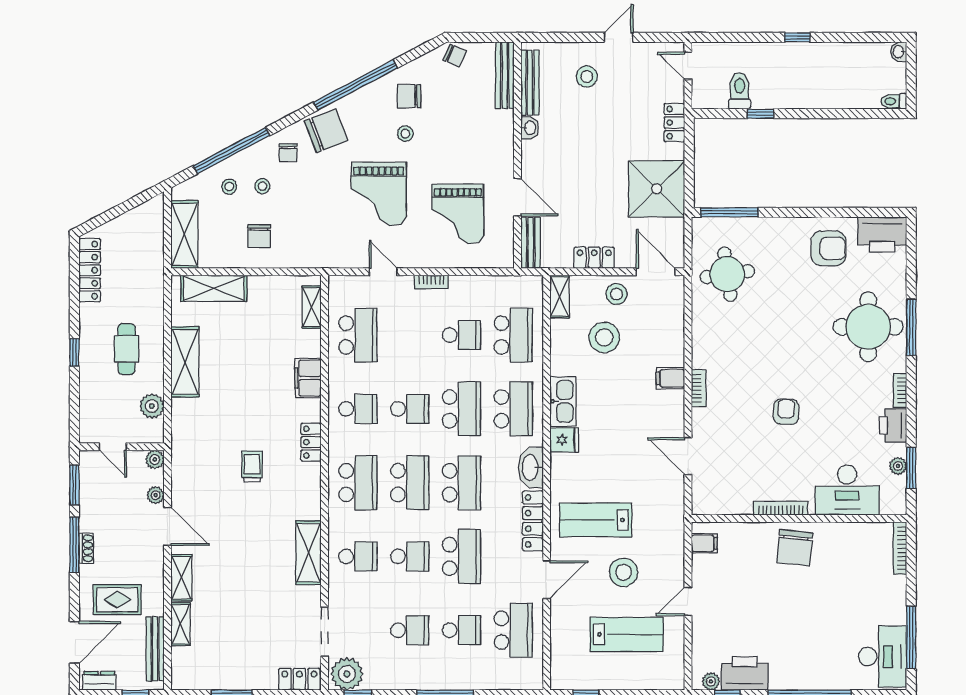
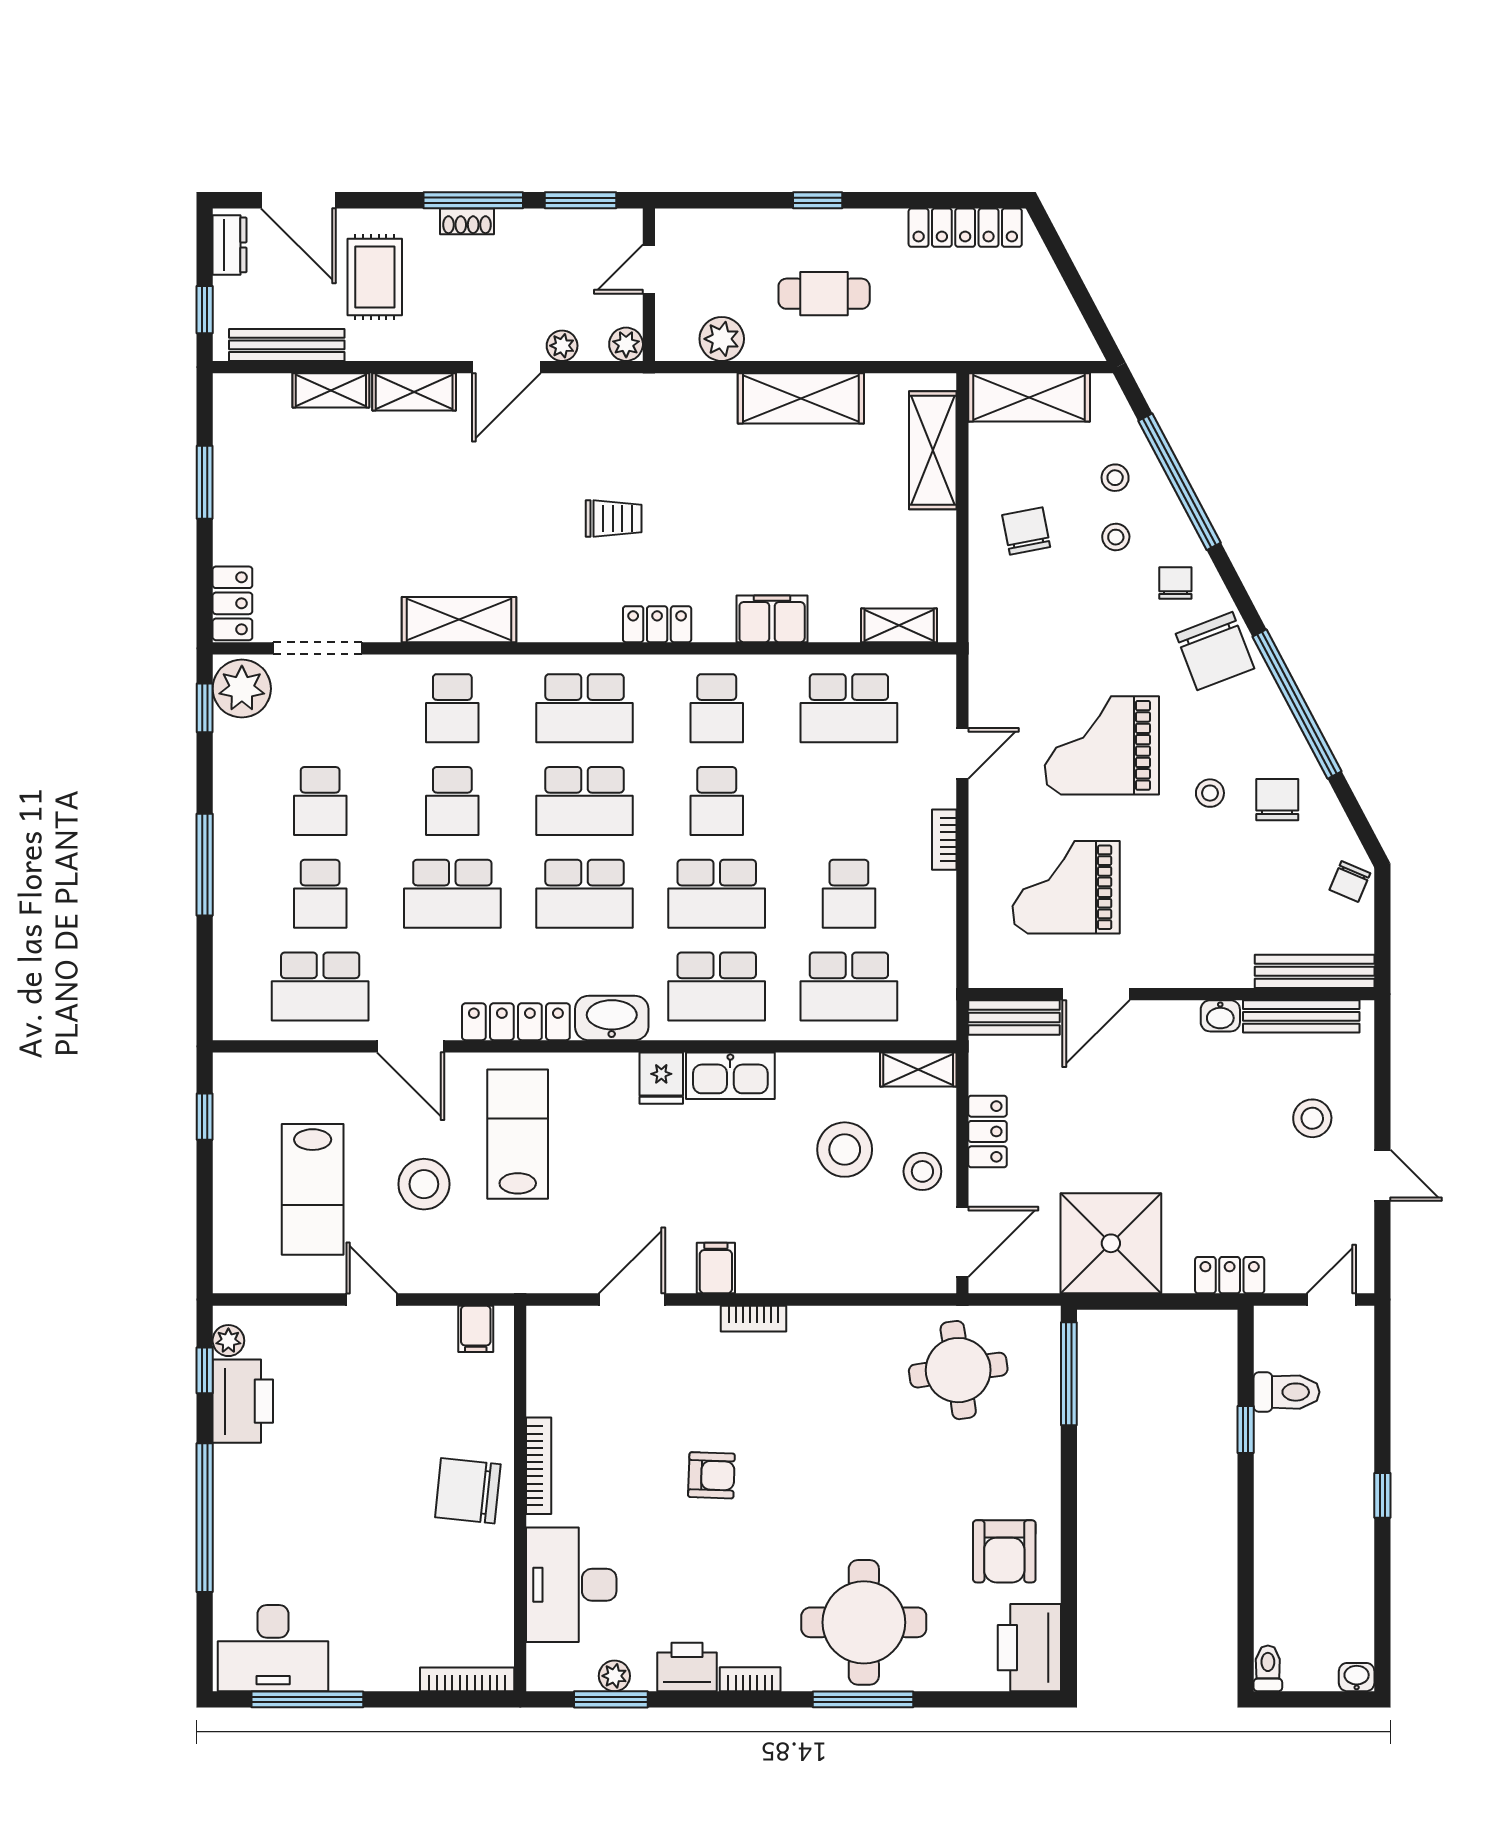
chair: (288, 153) -> (1175, 583), turned 90
chair: (259, 236) -> (1026, 531), turned 79
filing cabinet: (670, 378) -> (716, 1268), moved

